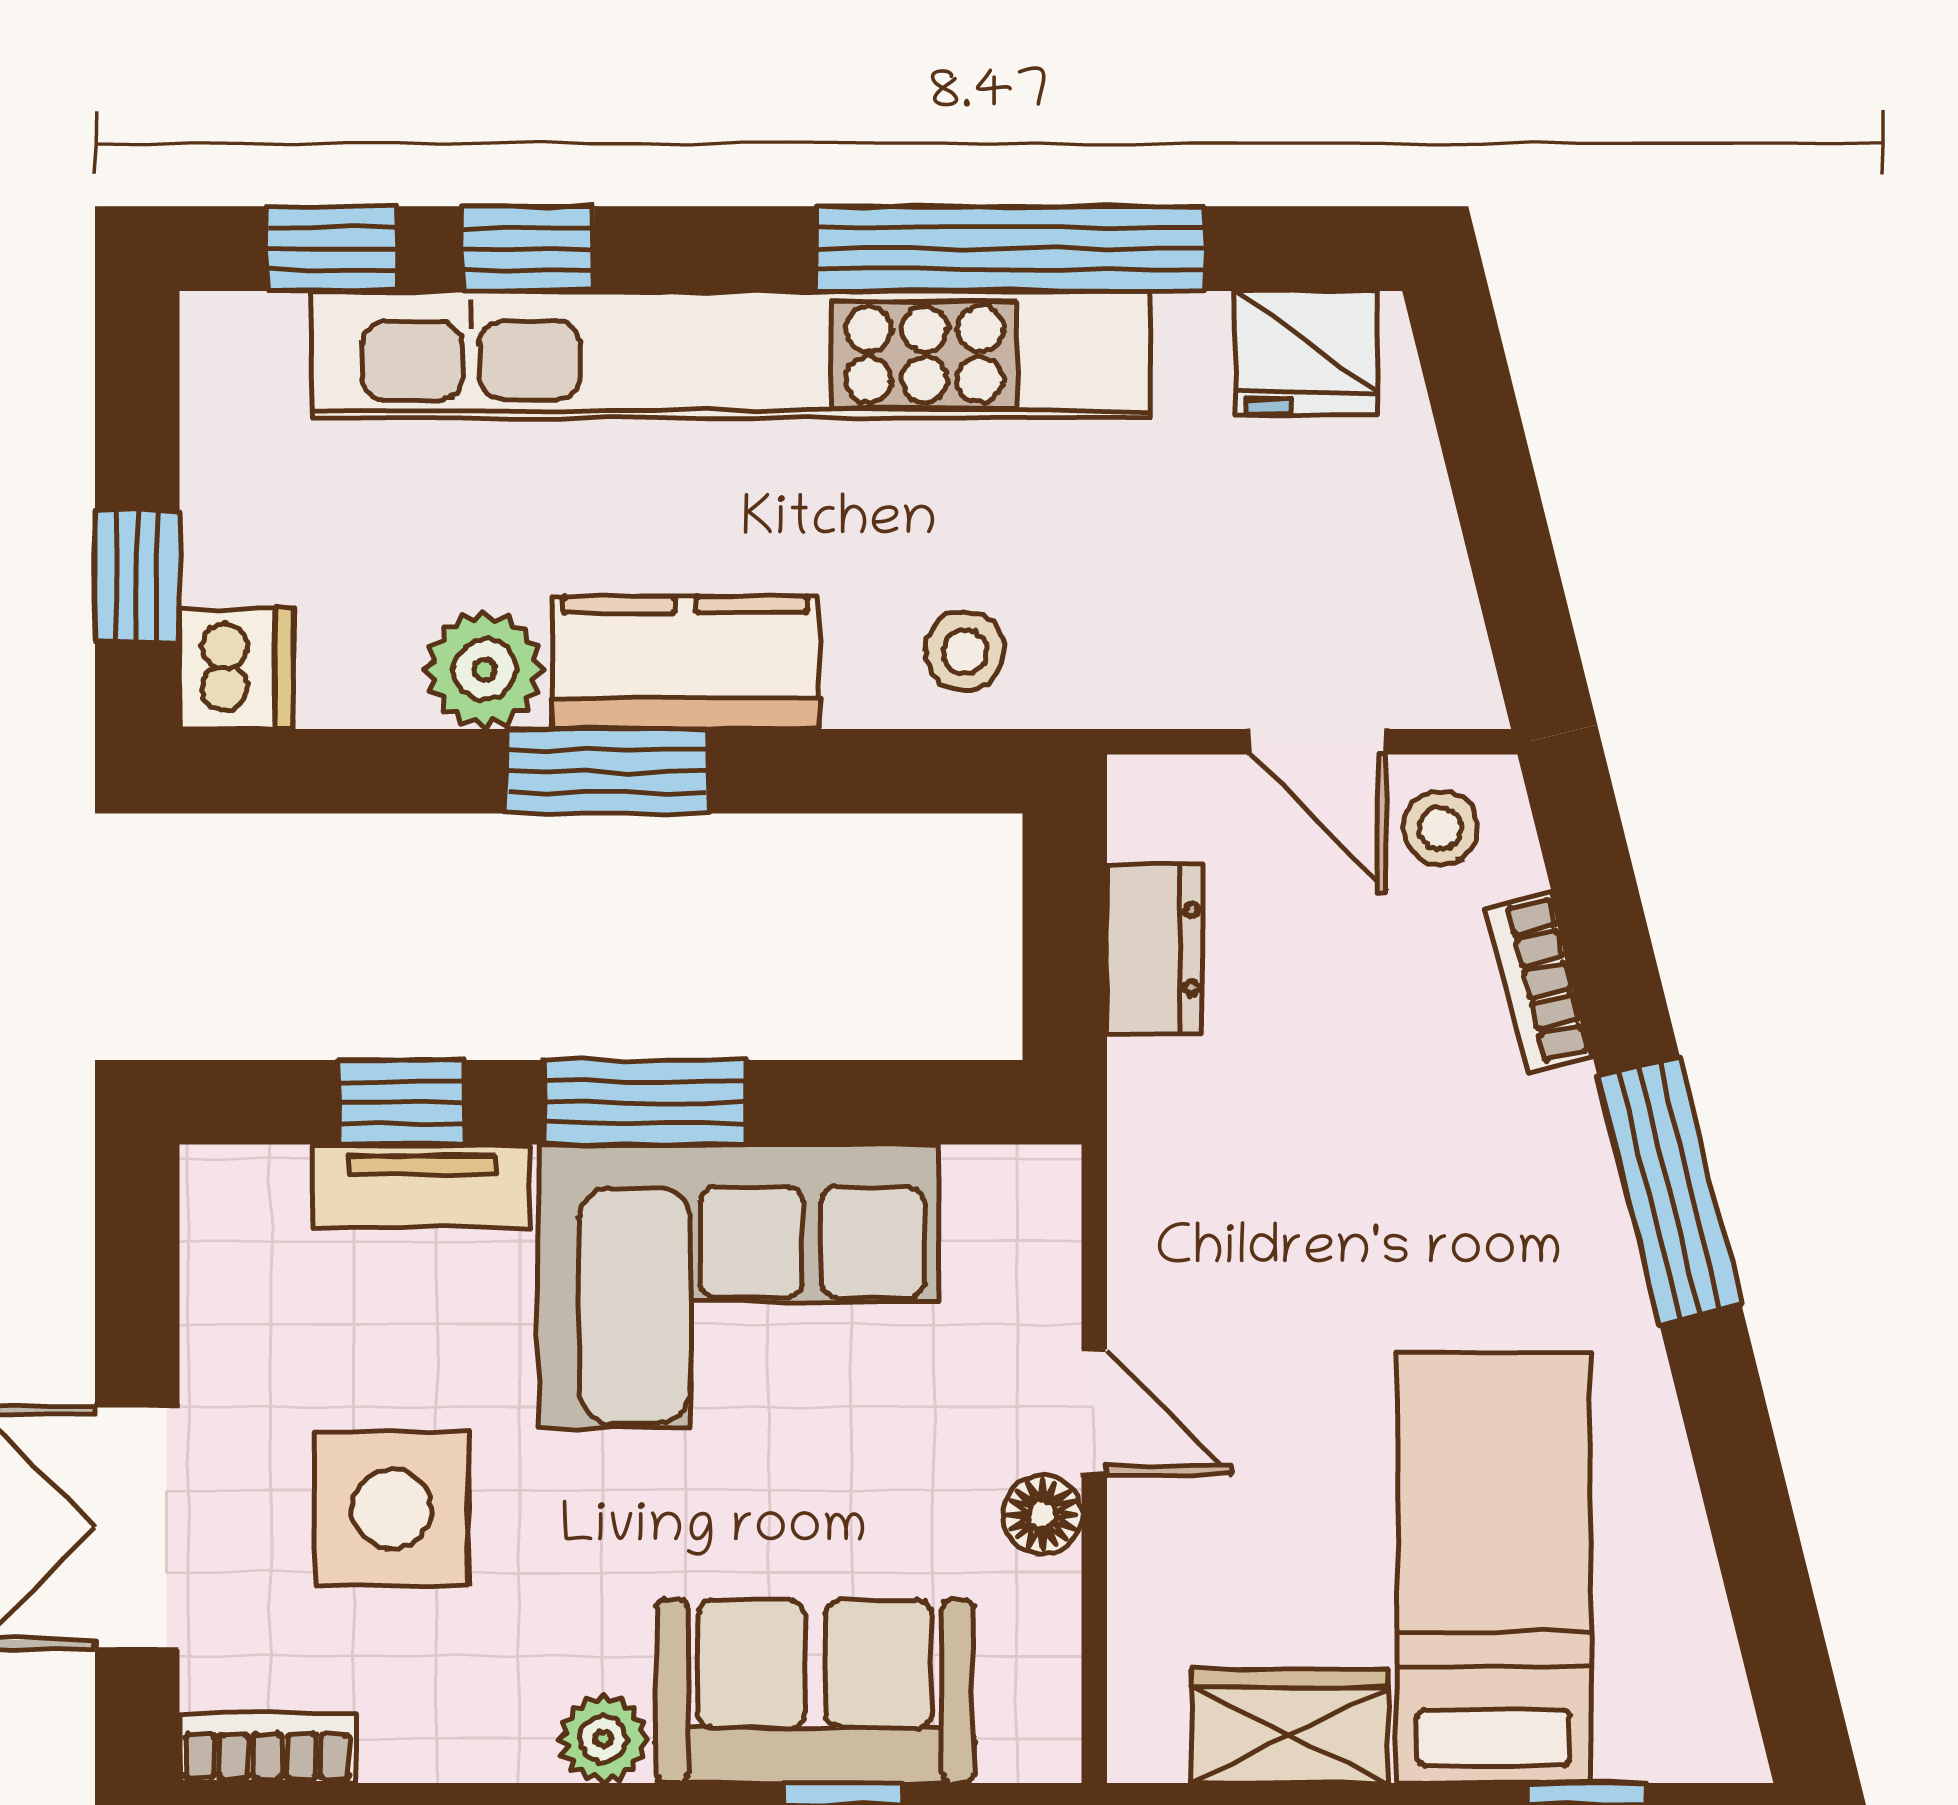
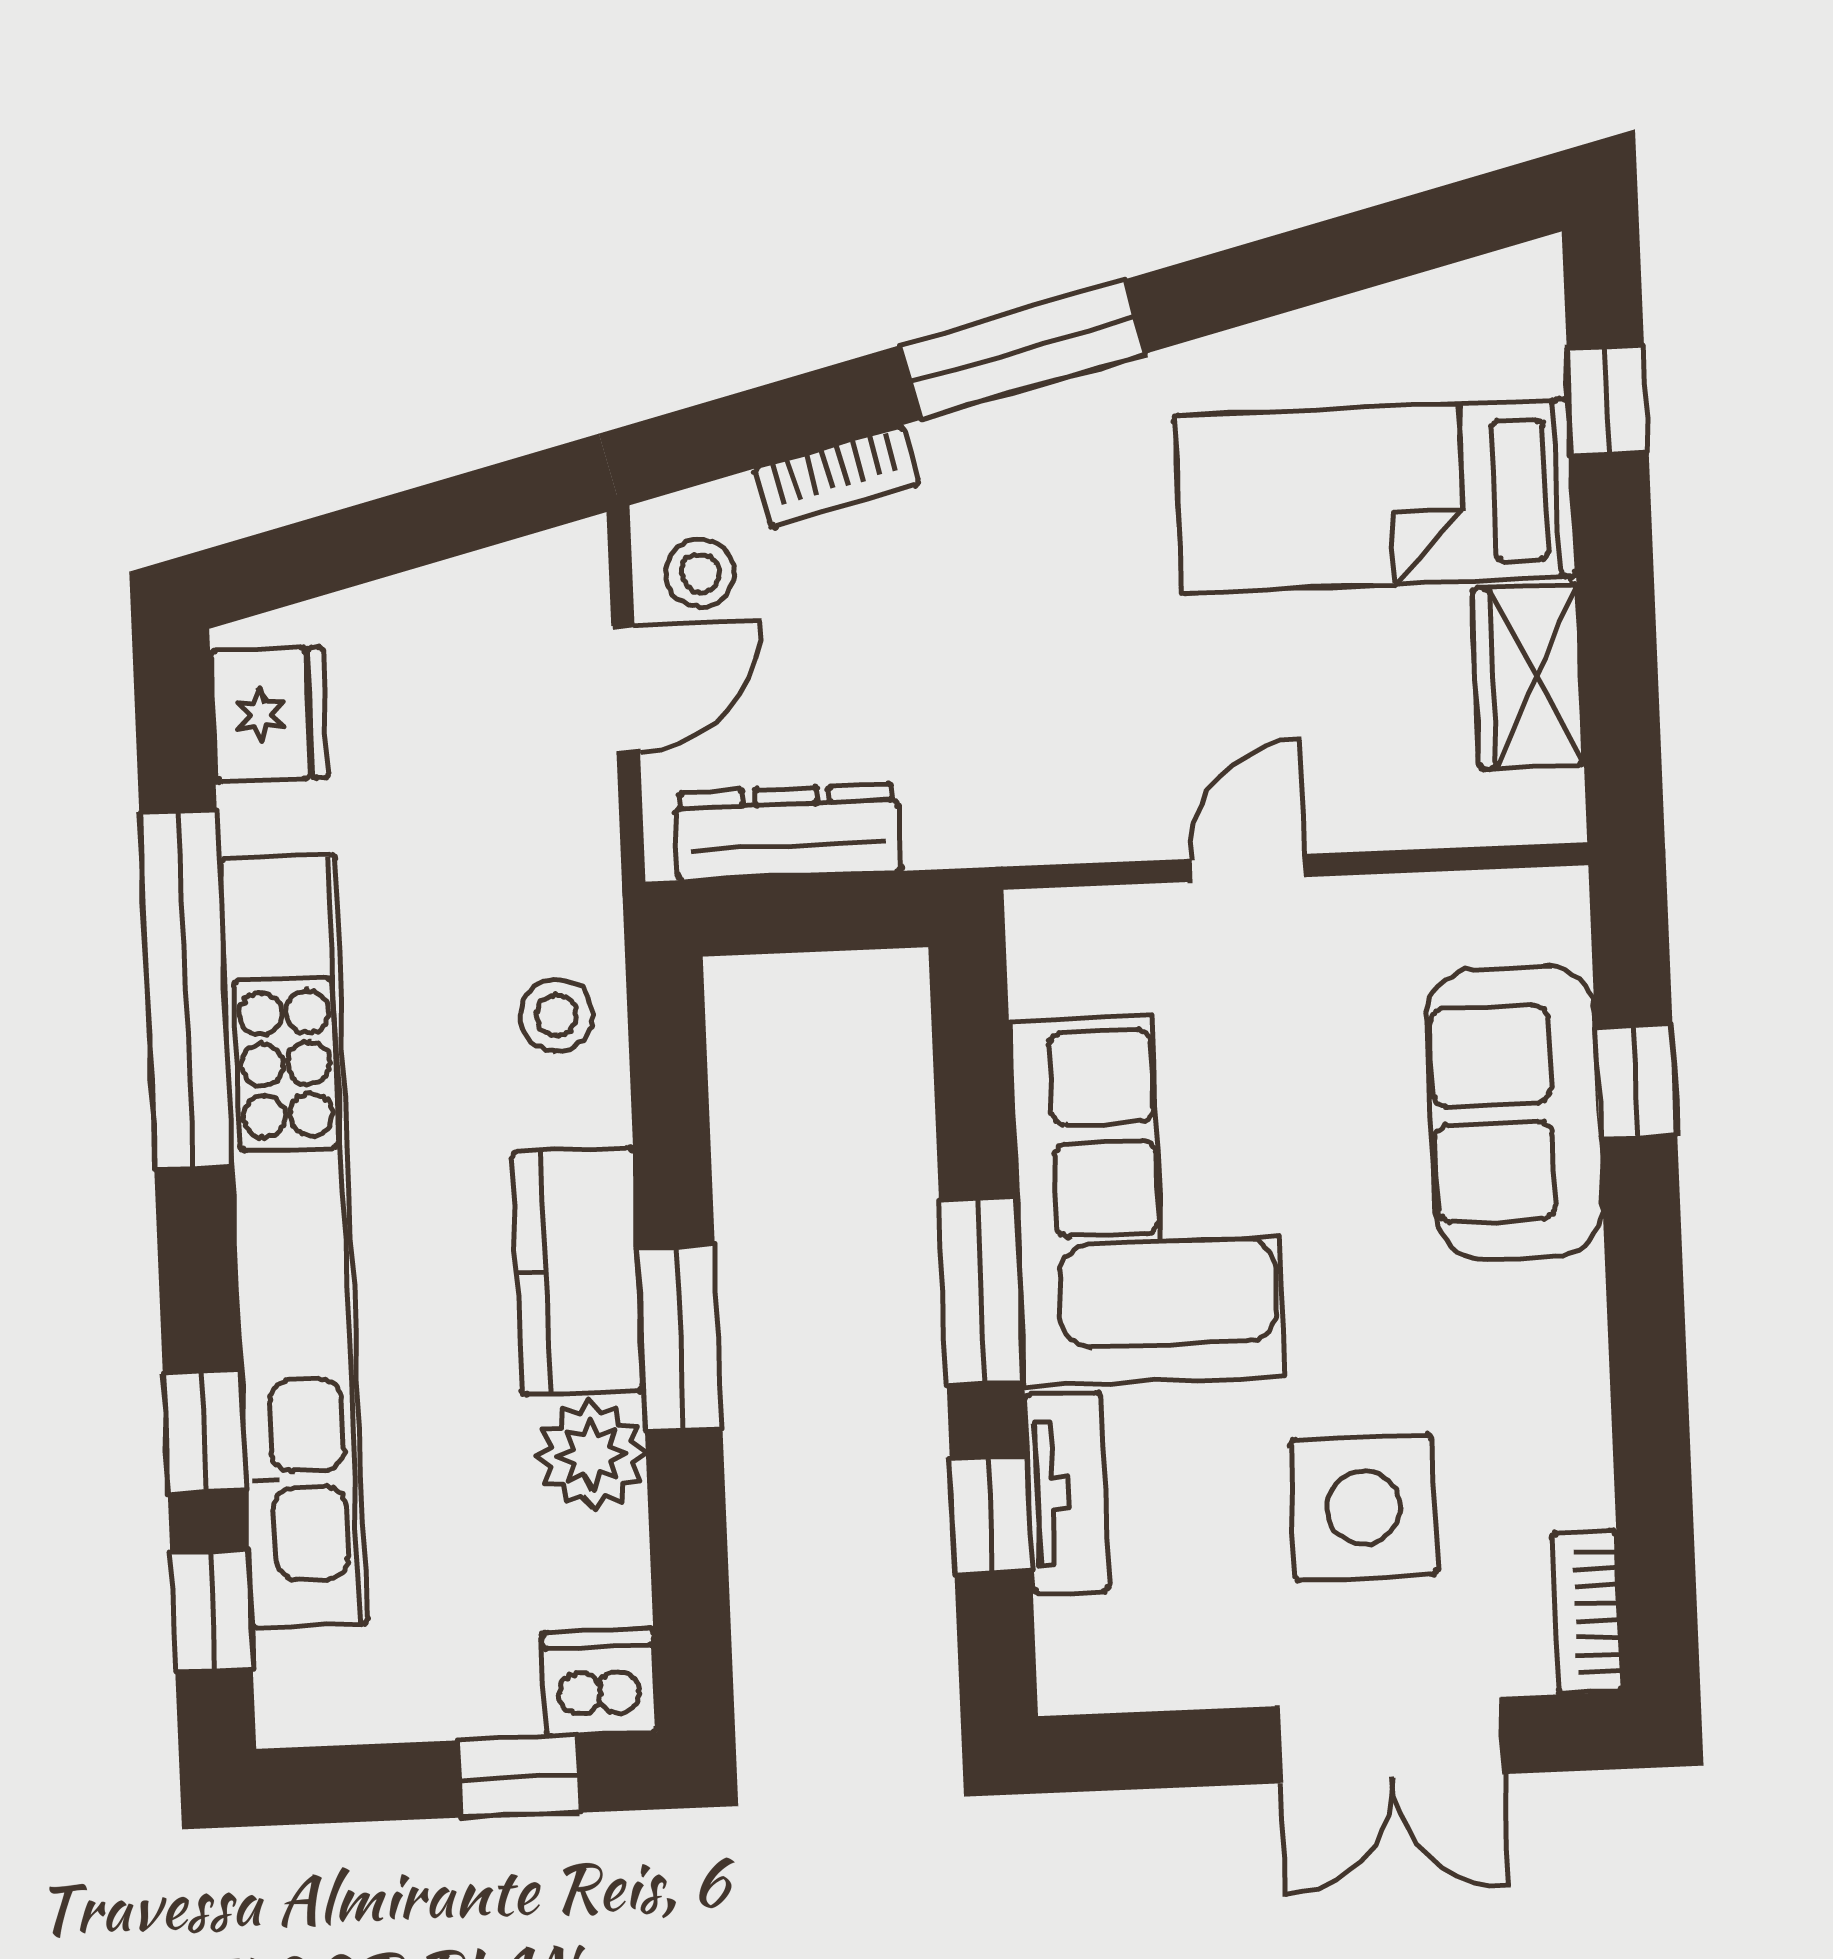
dresser: (1154, 949) -> (788, 832), width x1.44
floor lamp: (1042, 1515) -> (1344, 912), removed
plant: (603, 1739) -> (1566, 1305), removed

